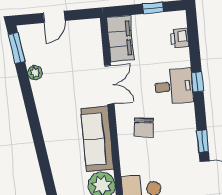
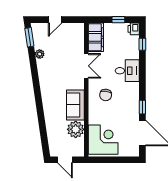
printer: (180, 38) -> (134, 29), moved
window: (197, 82) -> (142, 44), moved
sofa: (97, 139) -> (75, 105), width x0.73

